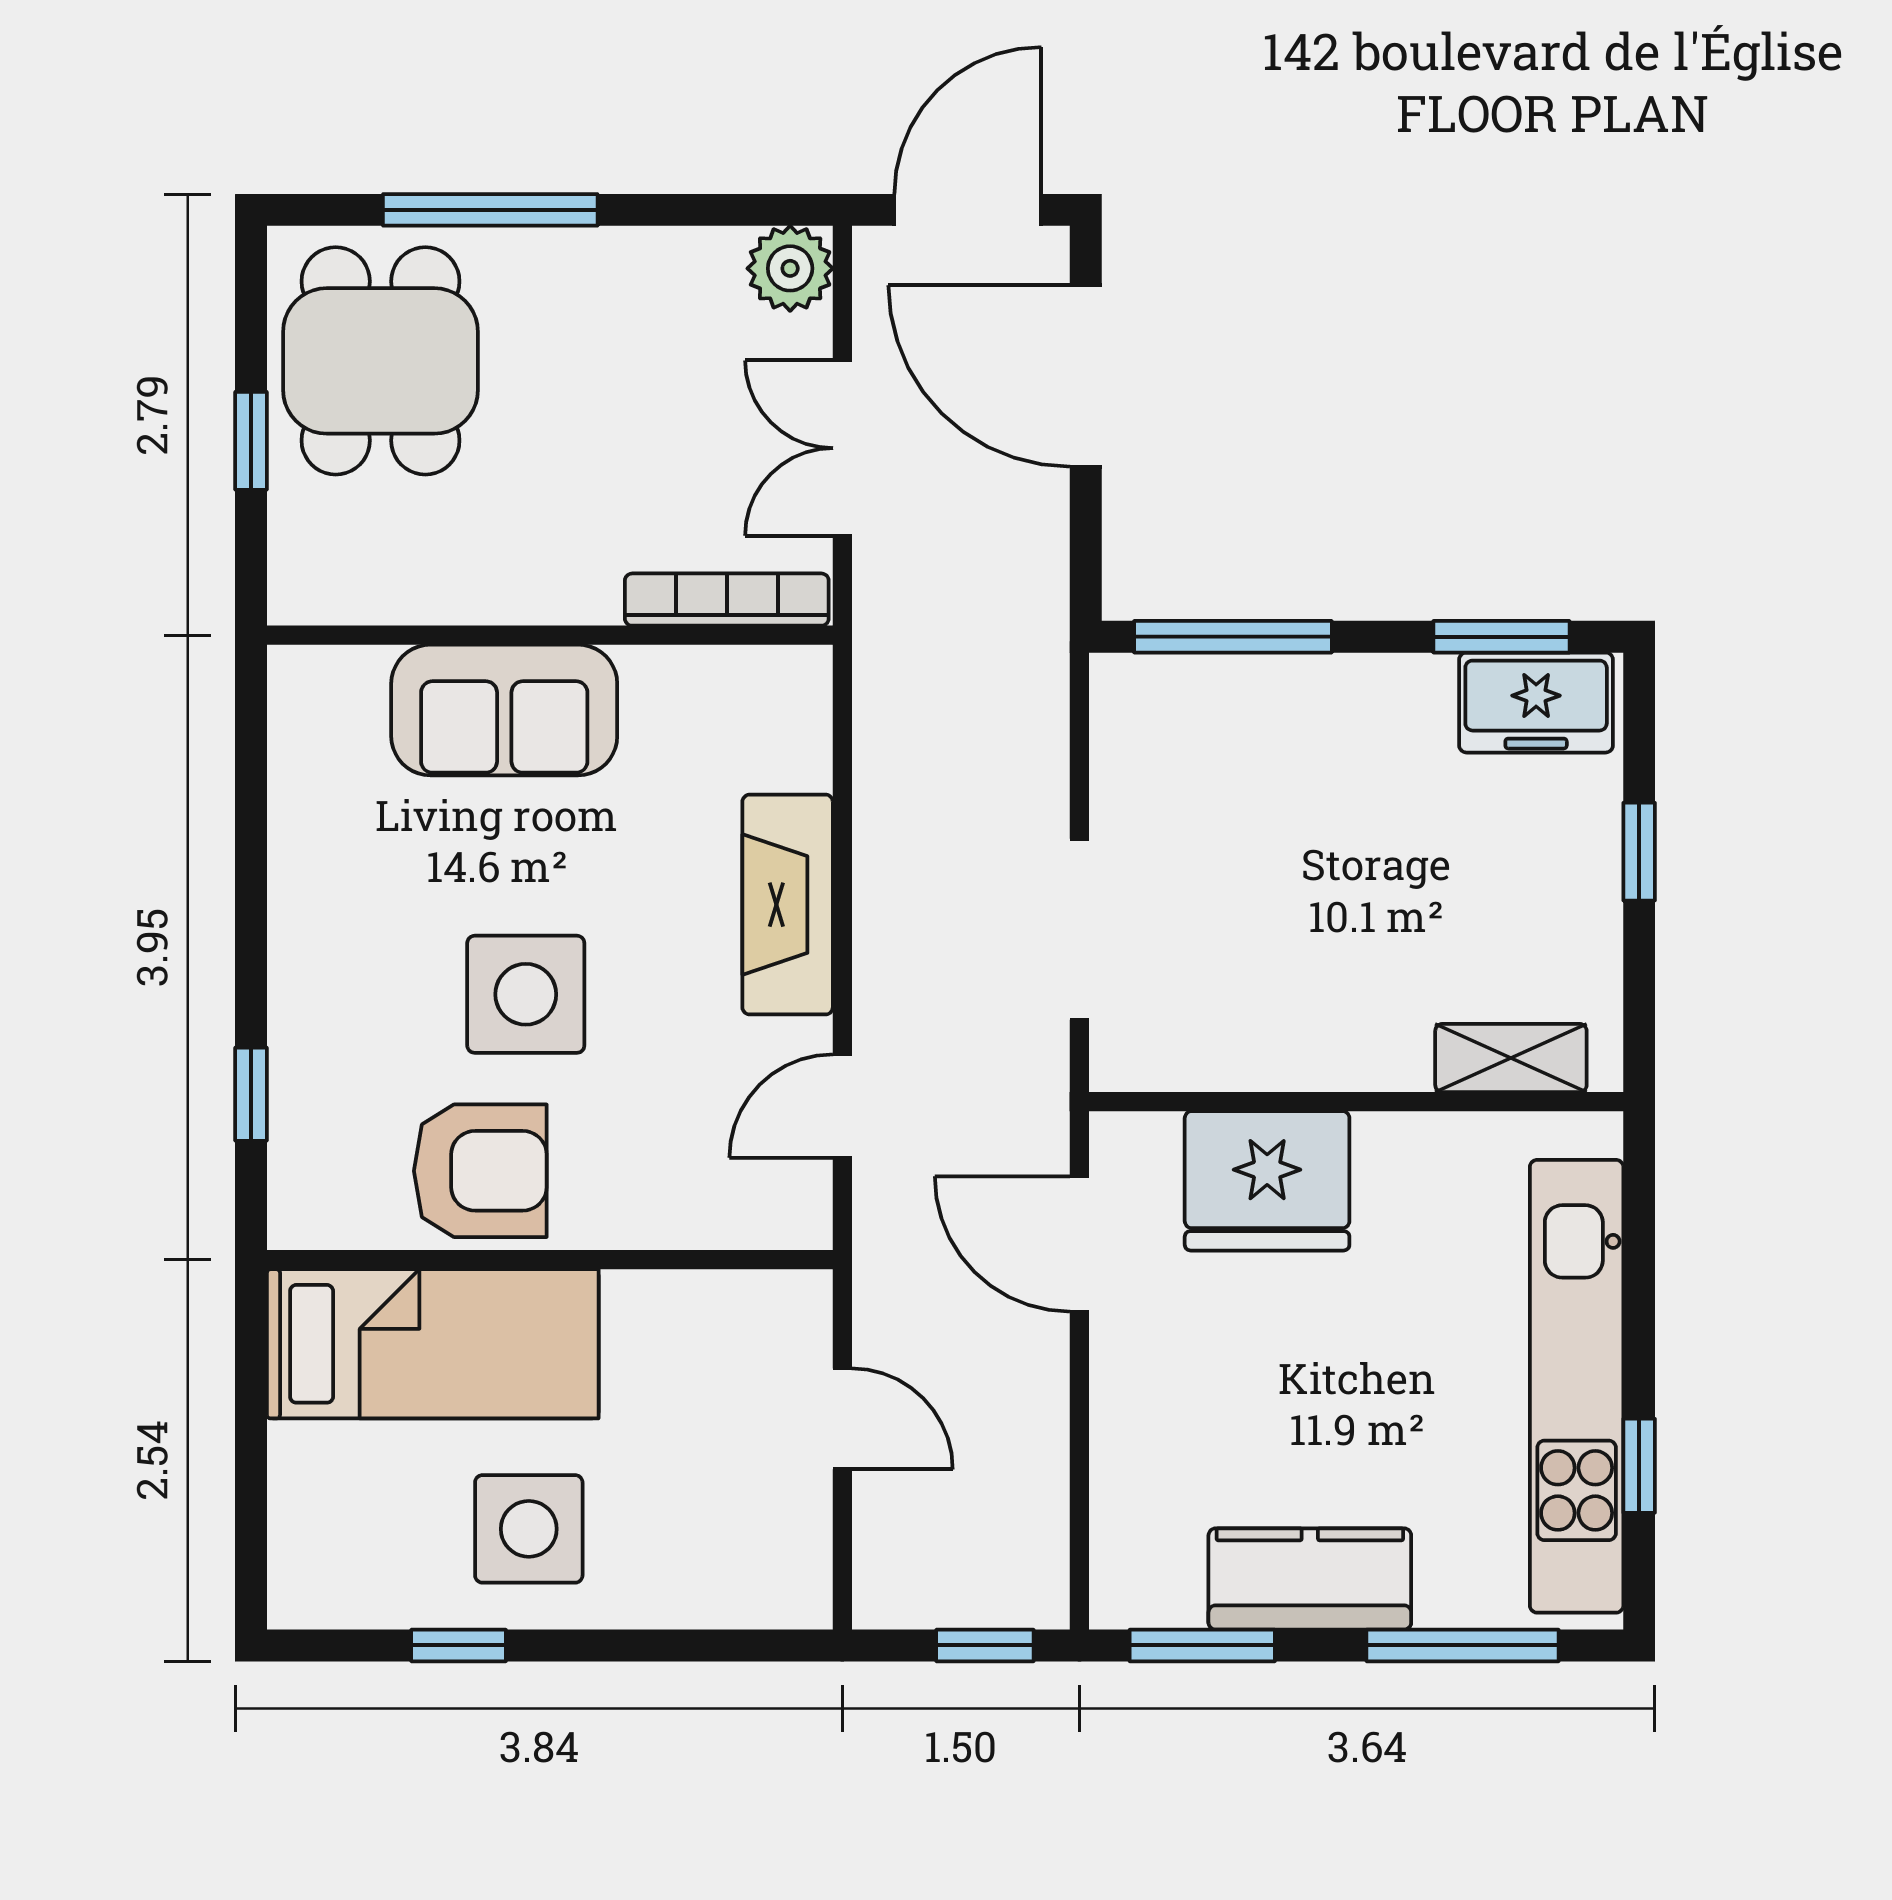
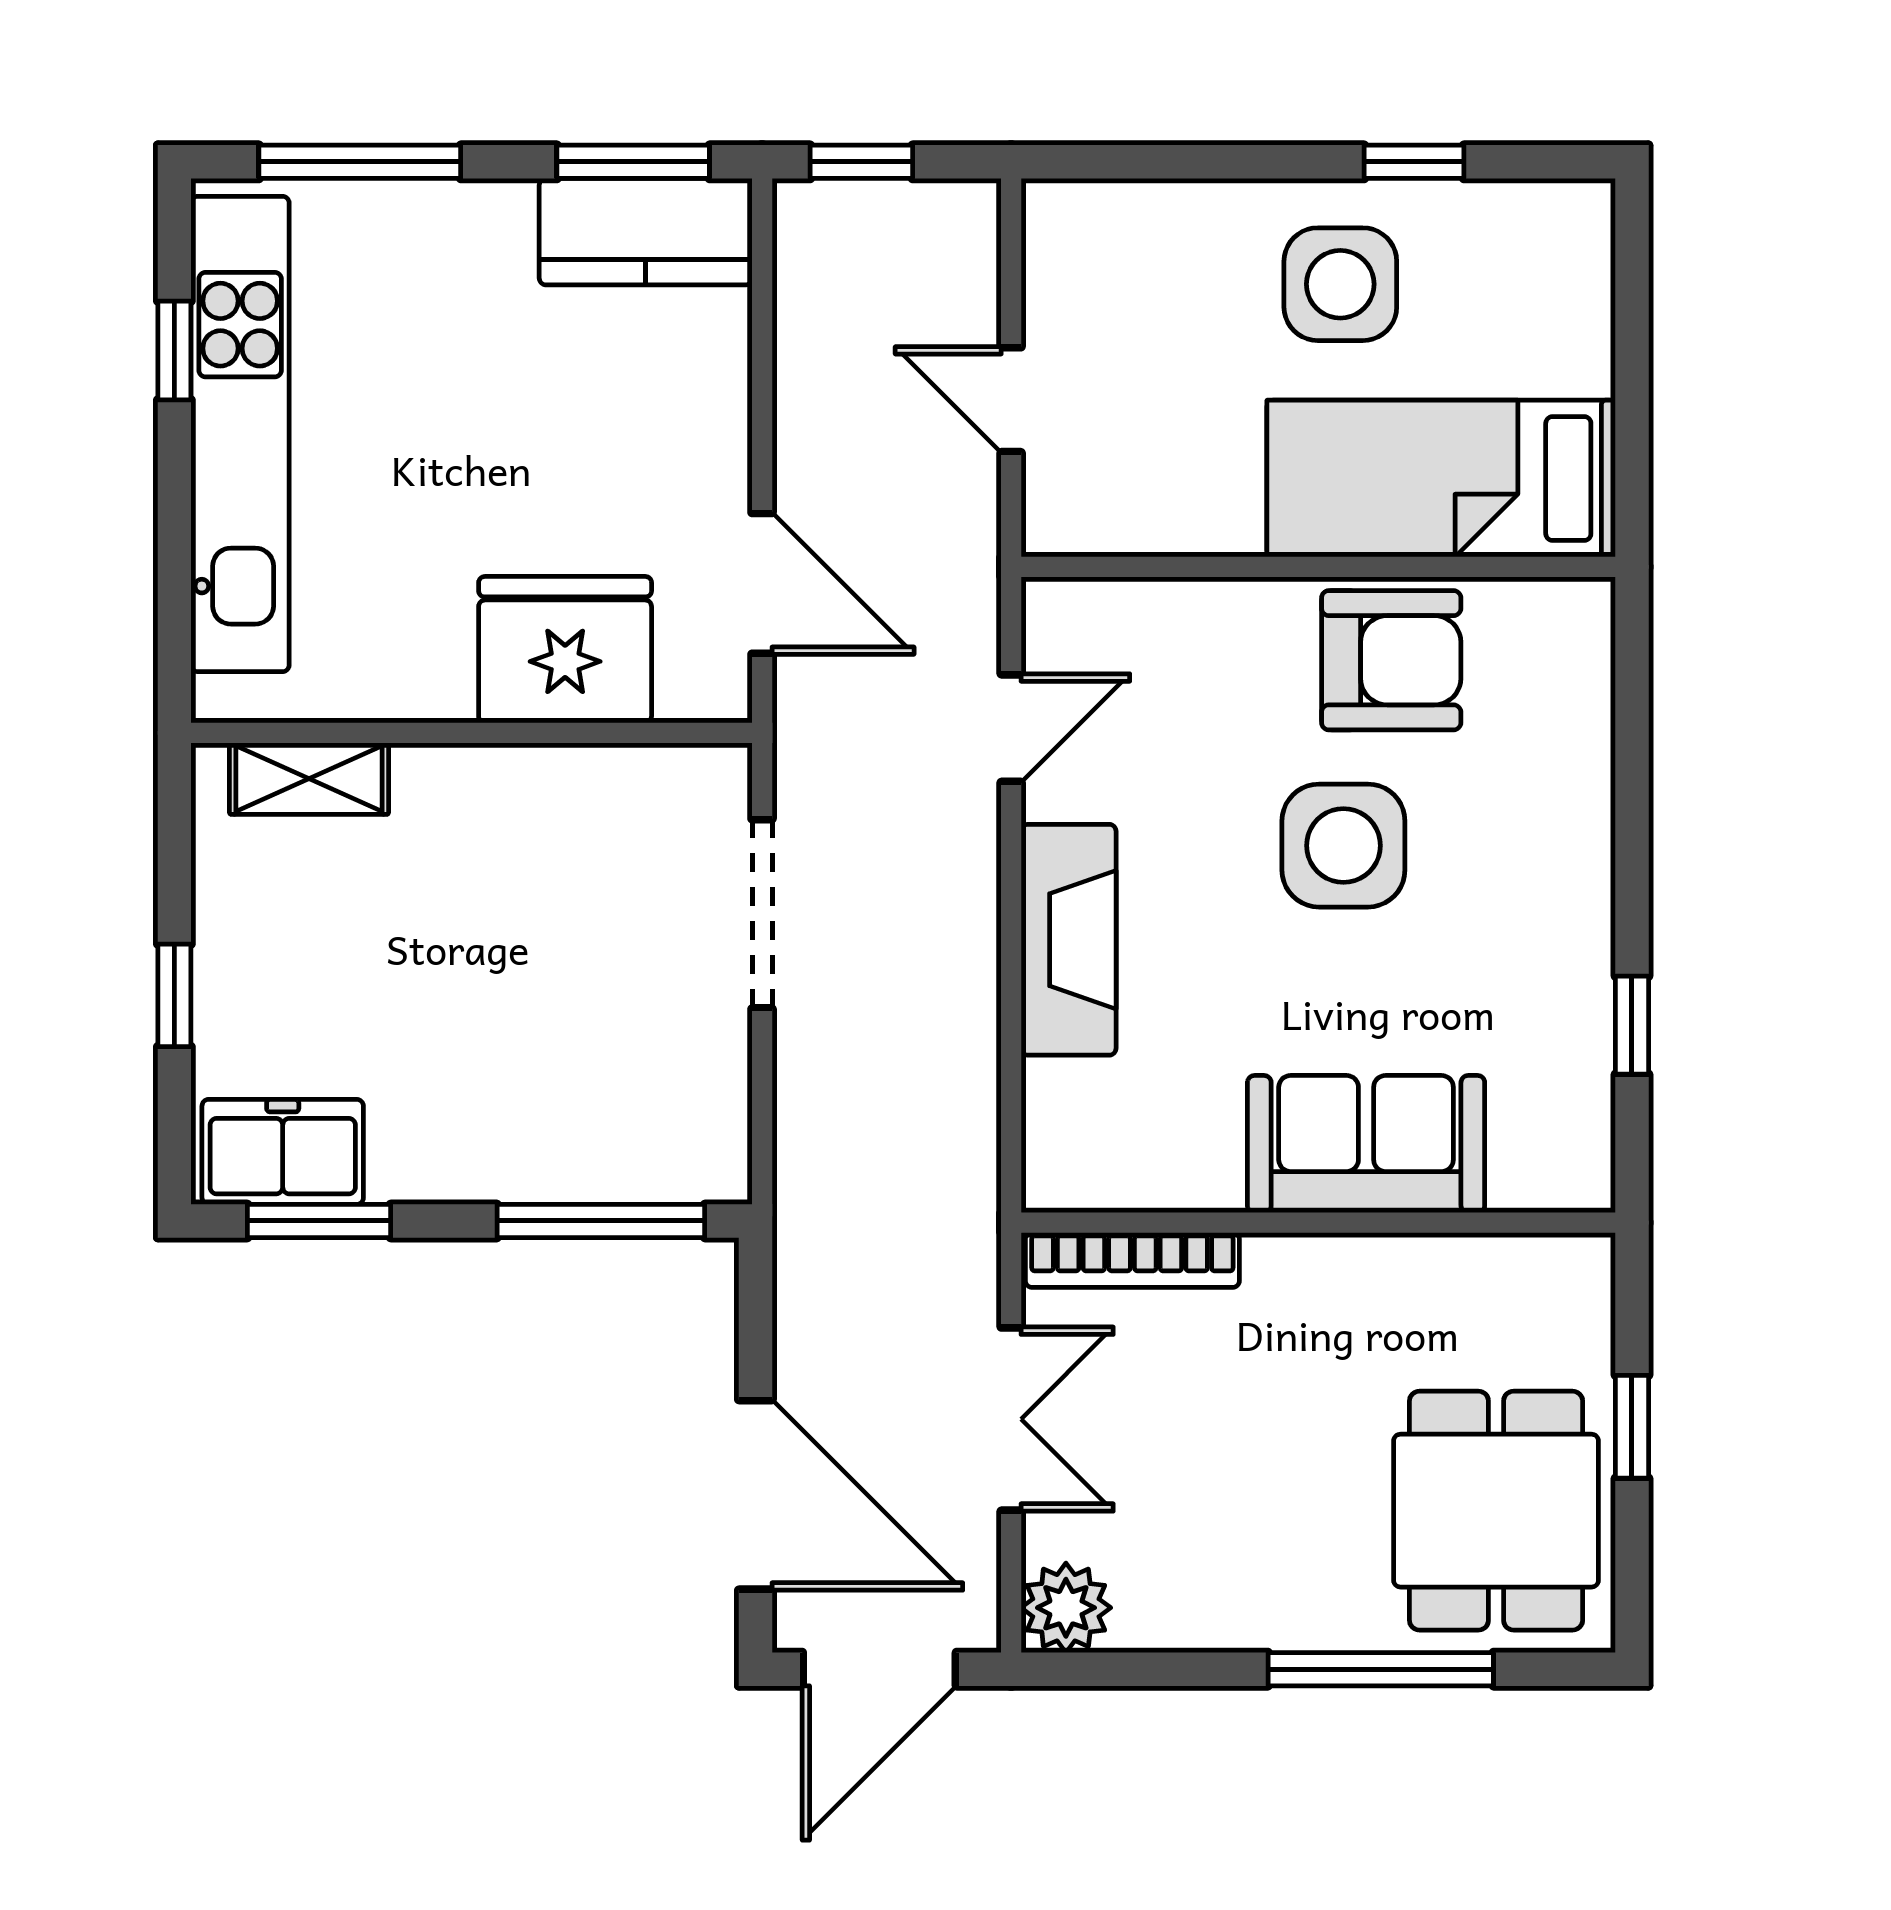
window: (251, 1094) -> (1632, 1025), moved
armchair: (480, 1171) -> (1391, 660), turned 180
kitchen counter: (1310, 1579) -> (646, 232), moved

